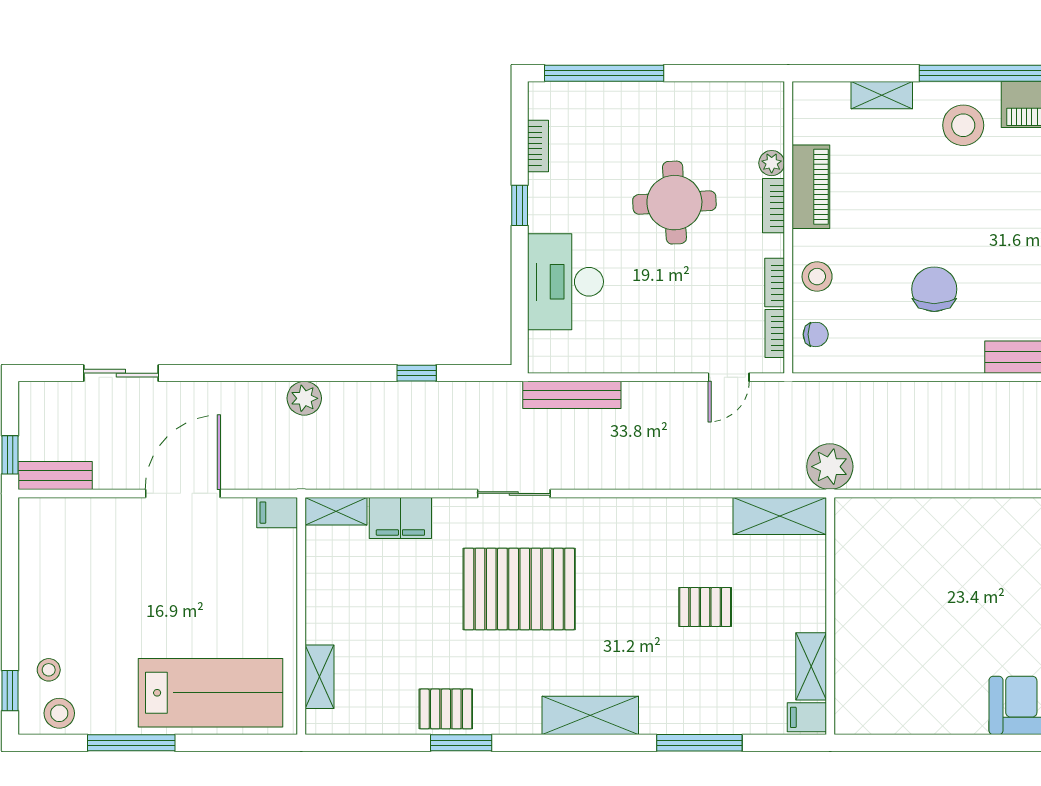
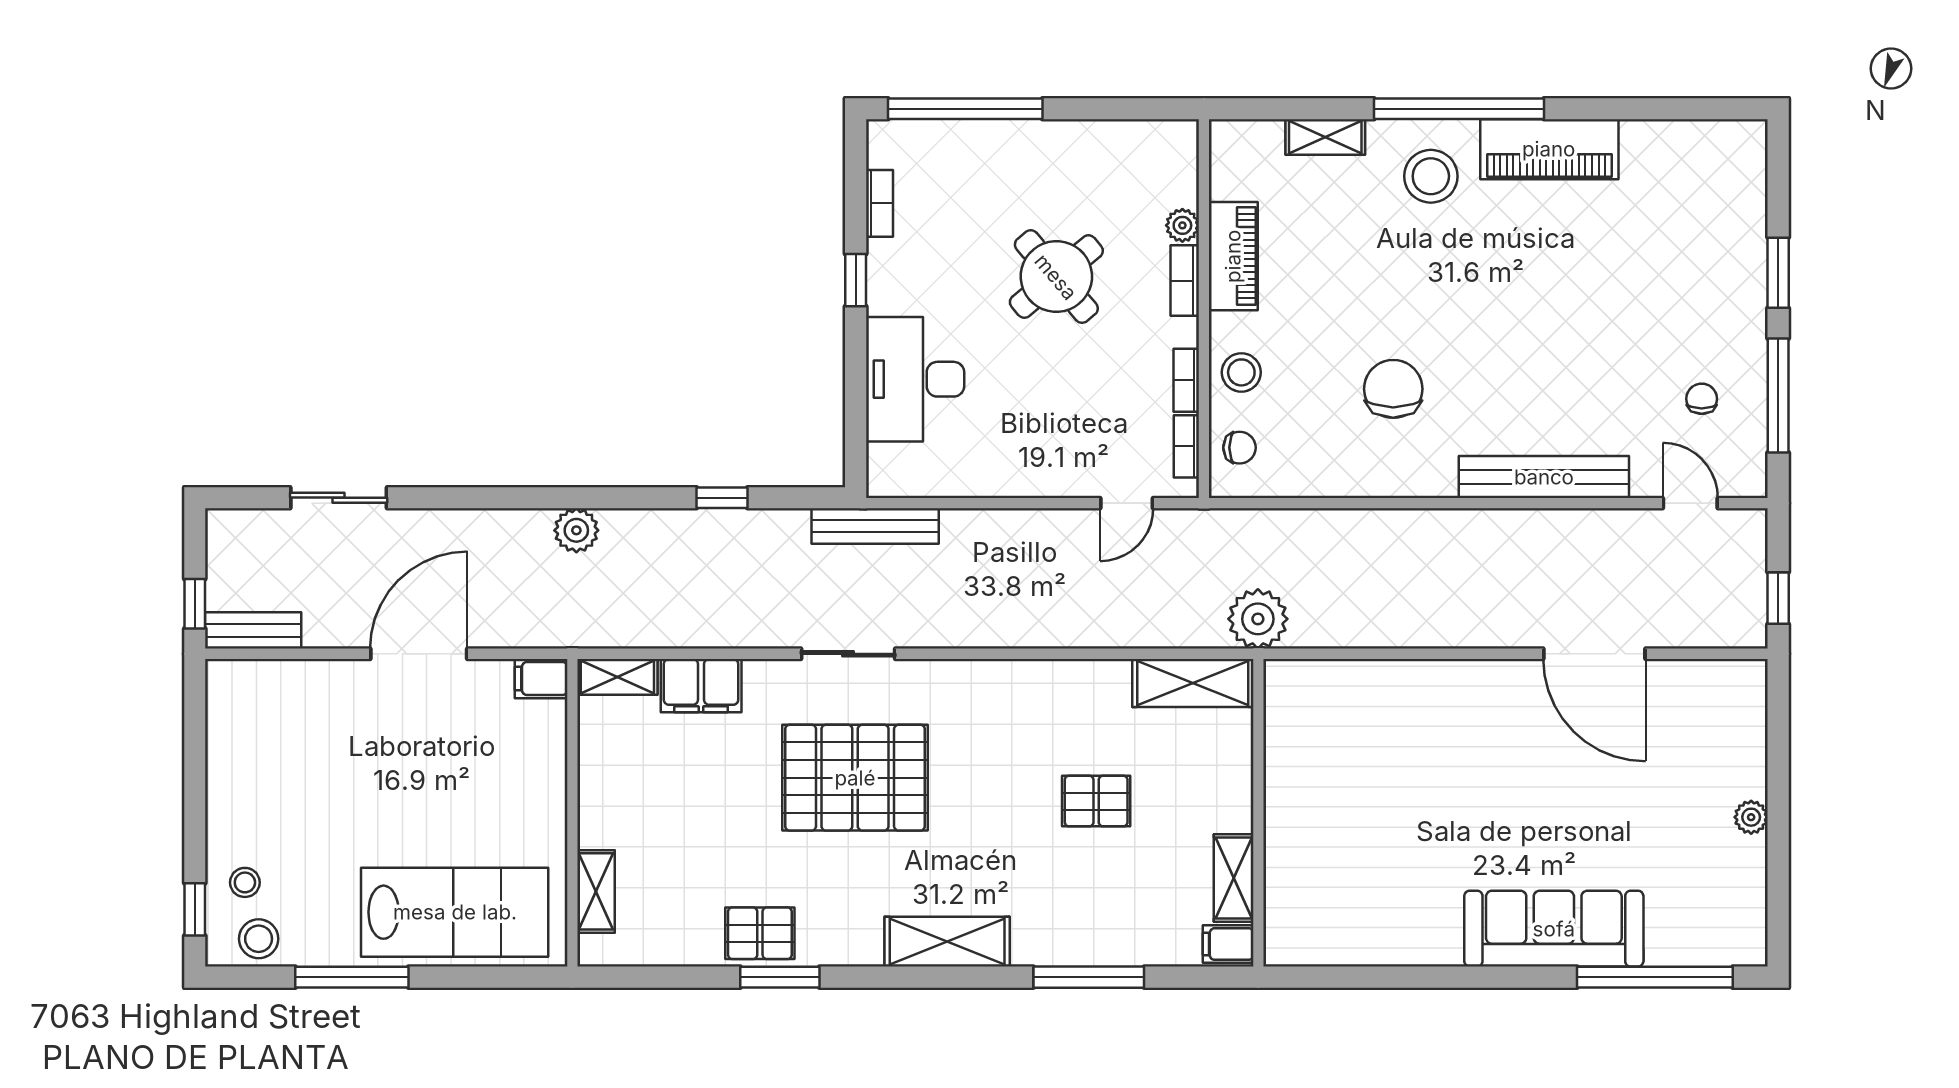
round table: (674, 203) -> (1056, 277), turned -37
bench: (572, 395) -> (875, 526), moved

